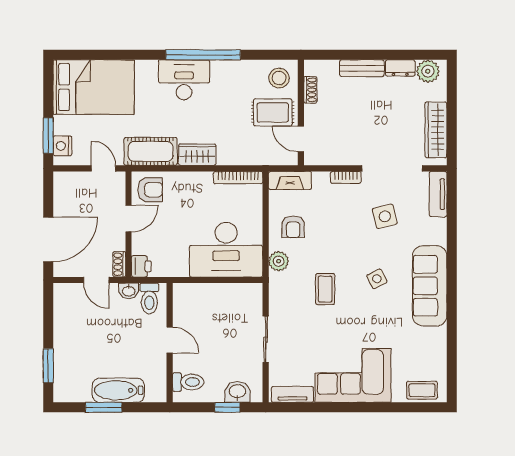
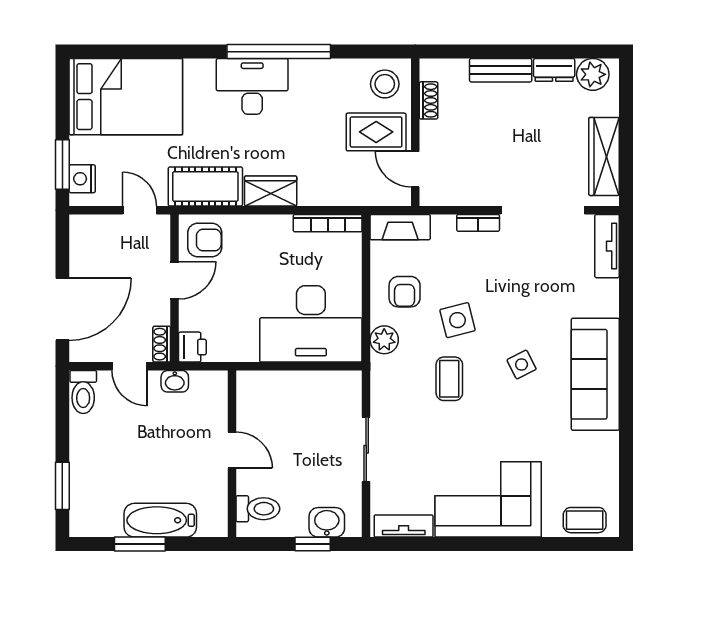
side table: (385, 216) -> (457, 320), moved
toilet: (149, 298) -> (83, 392), moved

